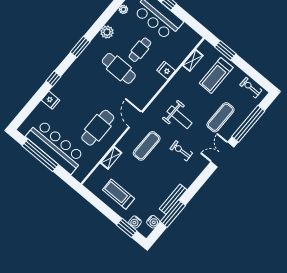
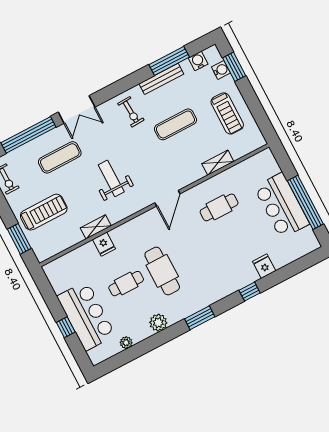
shelving: (193, 60) -> (96, 227), moved
cafe table: (98, 128) -> (219, 207), width x0.73, depth x0.74
exercise mat: (147, 146) -> (175, 124), moved
bar counter: (56, 147) -> (282, 205), width x0.73
exercise bike: (181, 151) -> (131, 112), moved

